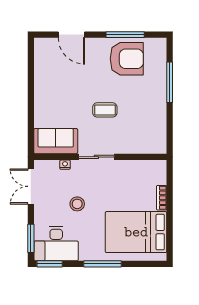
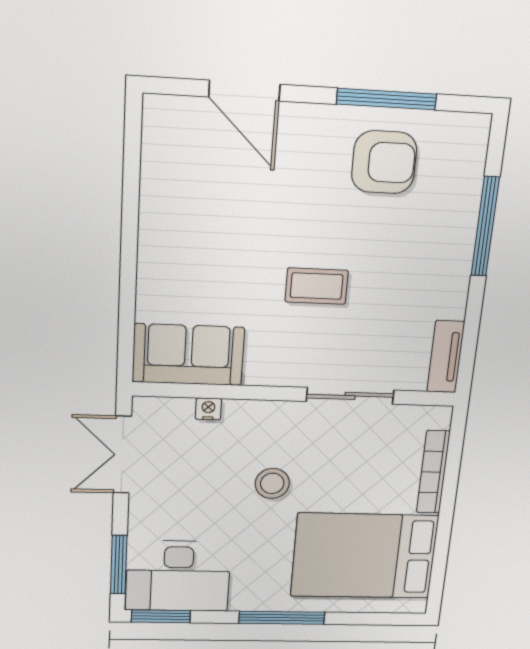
armchair: (127, 59) -> (384, 162), width x0.73, depth x0.73
tv unit: (161, 138) -> (446, 357), added
sliding door: (96, 157) -> (350, 396), moved
bookcase: (162, 198) -> (433, 472), width x1.56
stool: (77, 204) -> (272, 483), moved

